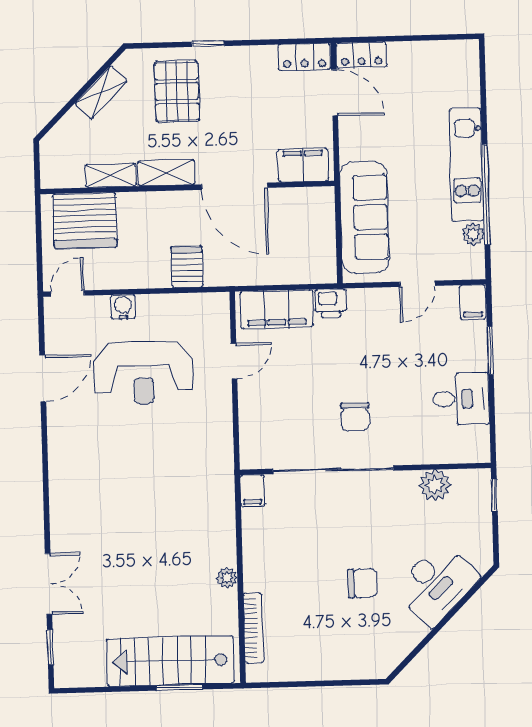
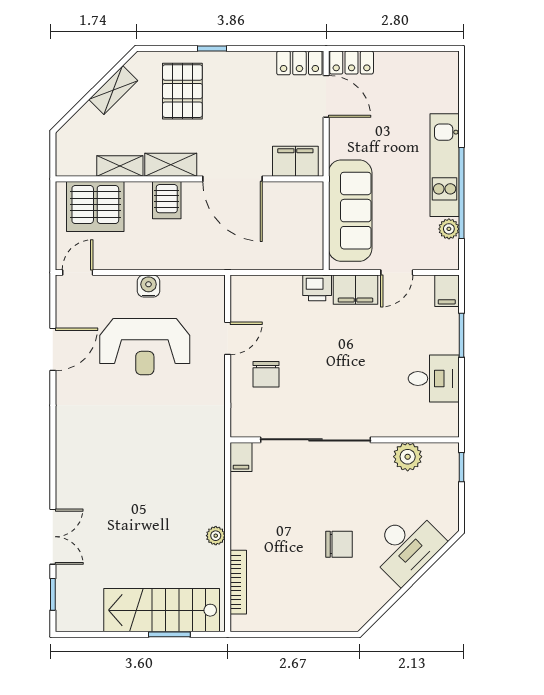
server rack: (187, 267) -> (167, 200), moved, turned 180
water cooler: (123, 307) -> (149, 286), moved
filing cabinet: (277, 309) -> (355, 290), moved, width x0.67, depth x0.86
chair: (355, 417) -> (266, 374), moved

